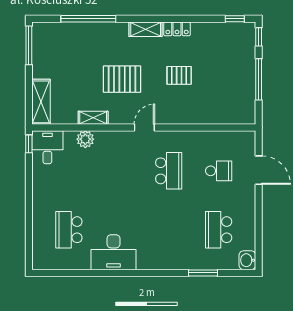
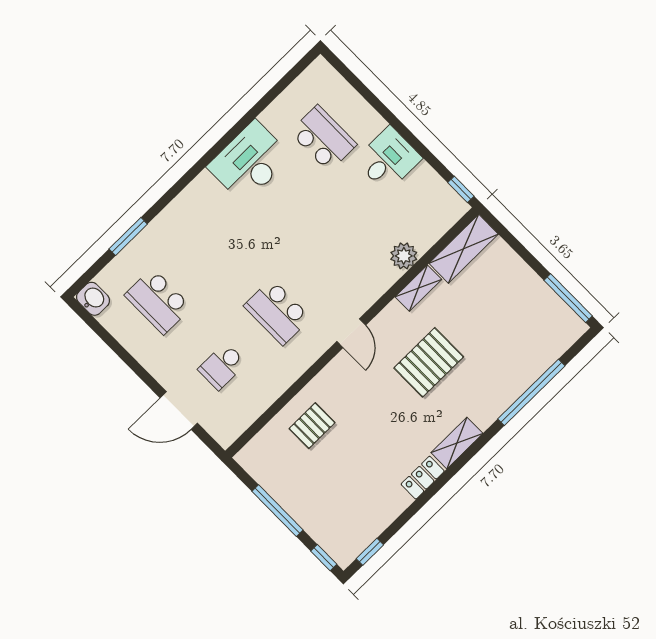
pallet: (179, 75) -> (312, 426), moved
shelving: (41, 102) -> (464, 249), moved, turned 90
desk: (47, 147) -> (388, 159), moved, turned -90
school desk: (219, 230) -> (158, 301), turned 180

